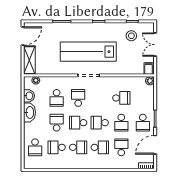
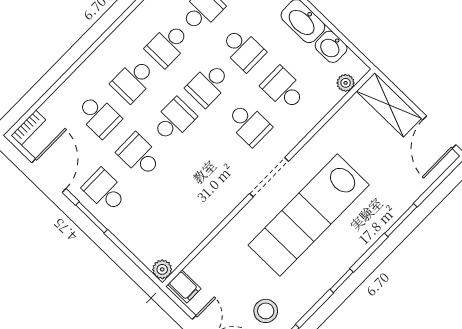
lab bench: (88, 52) -> (309, 215), turned 180
school desk: (121, 98) -> (180, 195), removed
school desk: (78, 123) -> (208, 85), turned 180

